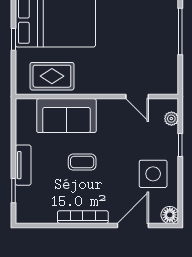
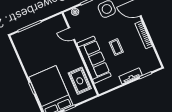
door: (137, 97) -> (72, 34), swing flipped
sofa: (66, 116) -> (94, 60), width x1.36

